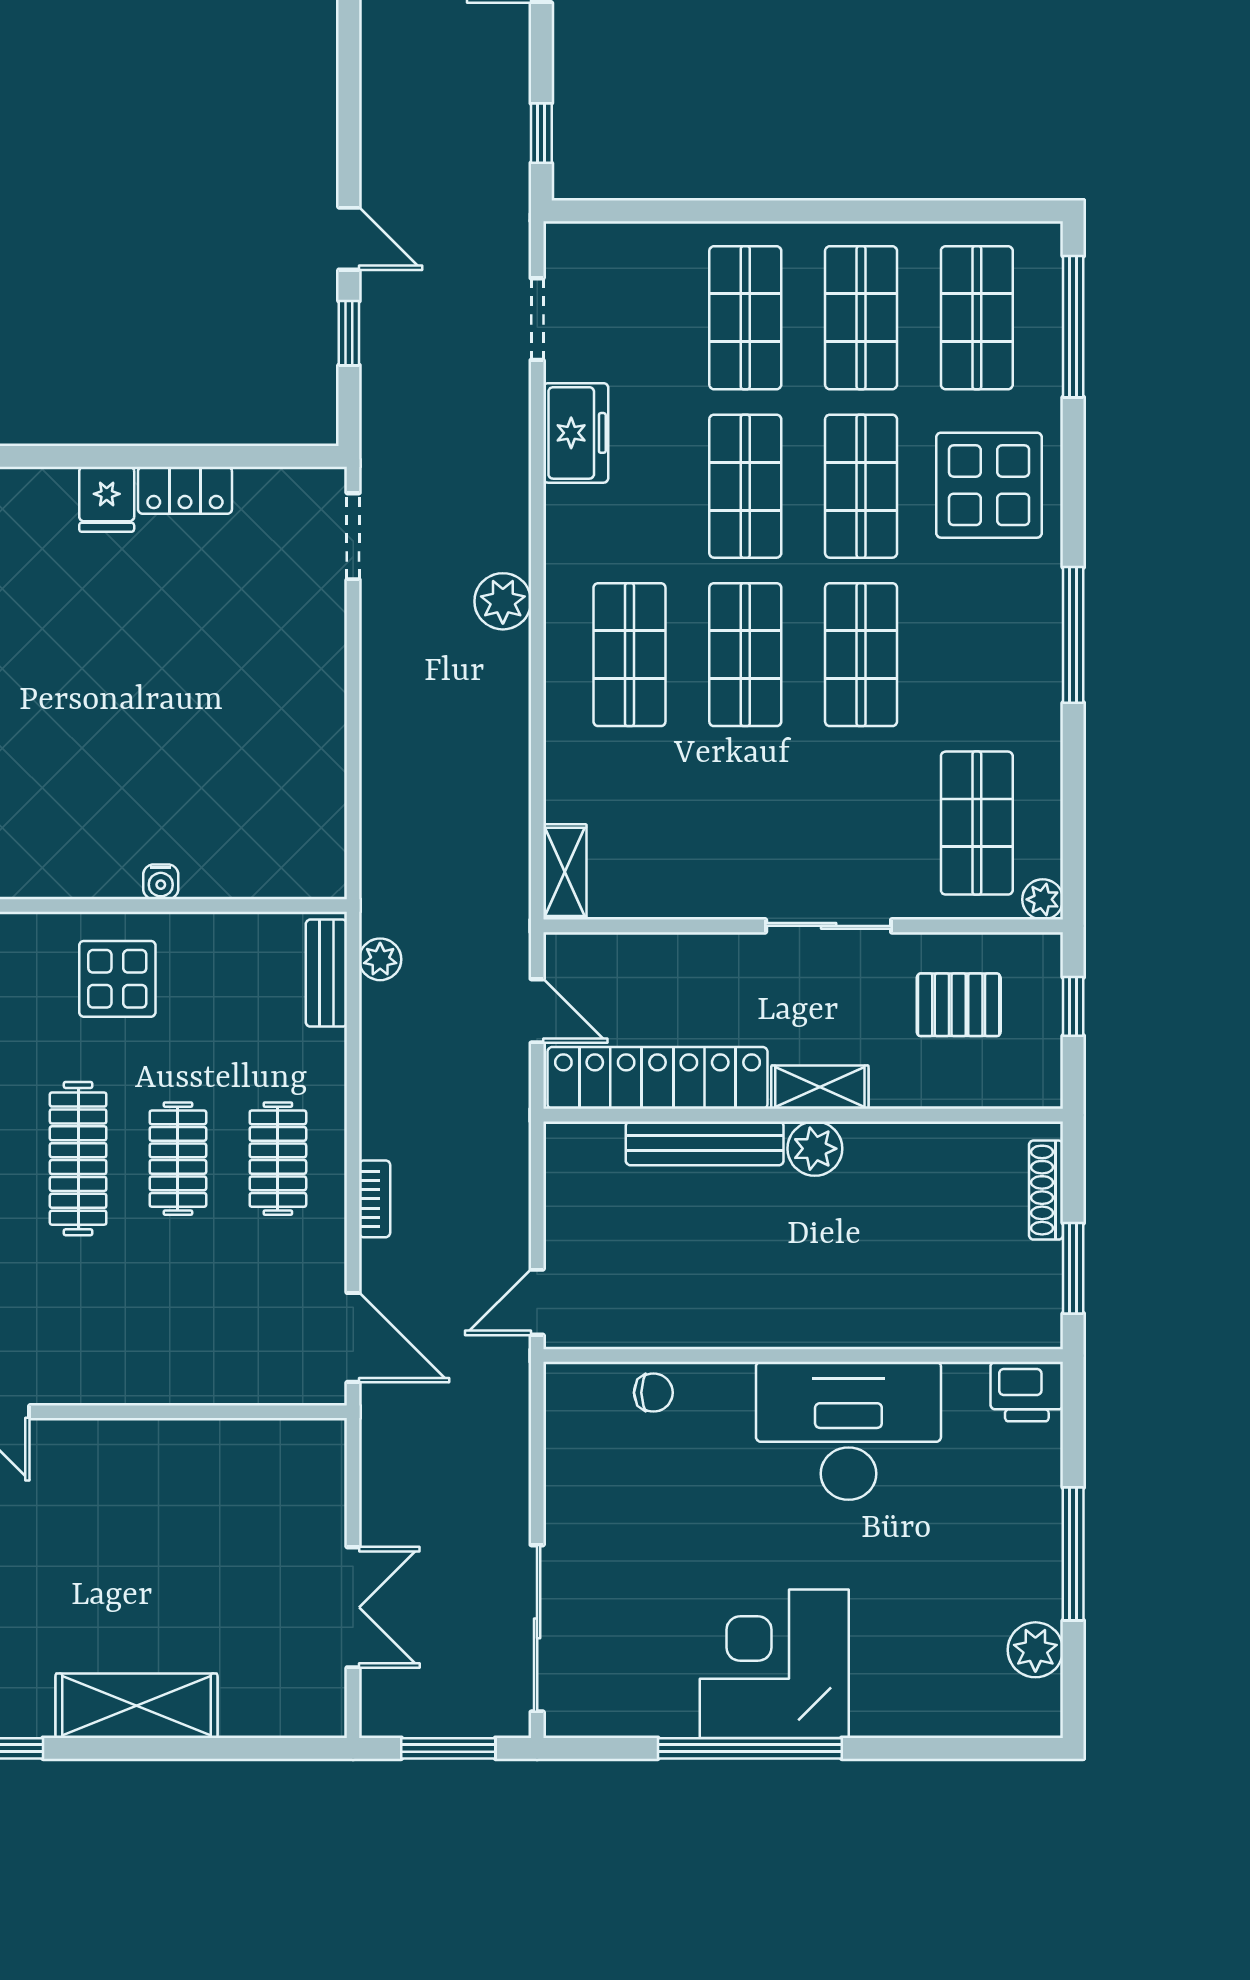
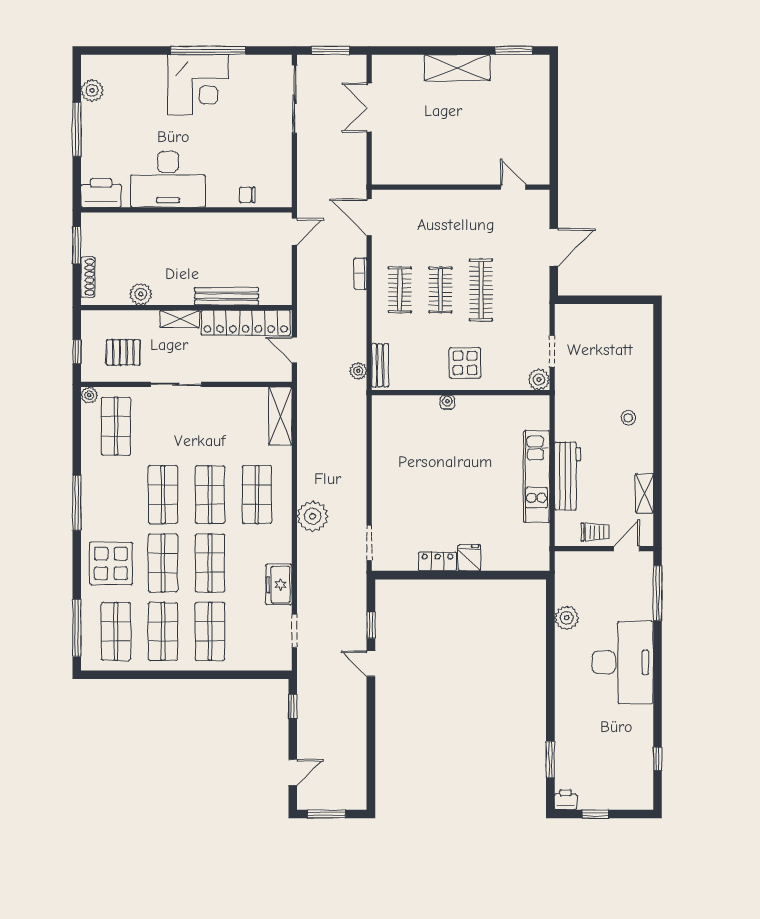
plant: (503, 601) -> (313, 516), width x1.36, depth x1.36
shelving: (565, 872) -> (280, 416), width x1.50, depth x1.33
plant: (815, 1149) -> (141, 294), moved
printer: (1027, 1392) -> (101, 193), width x1.37, depth x1.19

